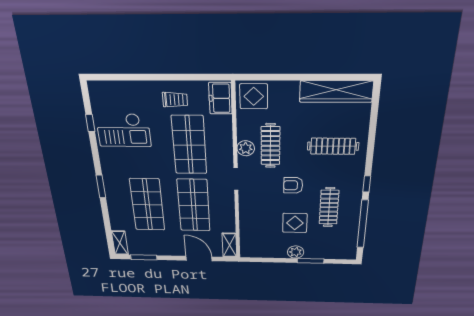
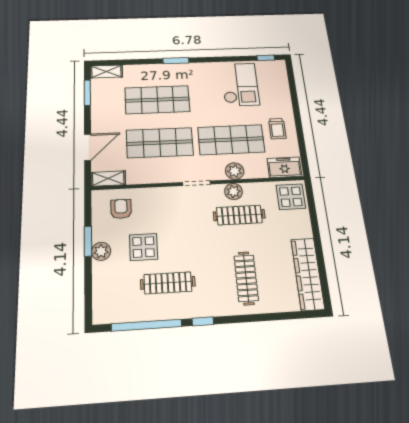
window: (90, 123) -> (266, 58), moved
checkout: (124, 130) -> (240, 85), turned 180
plant: (224, 145) -> (235, 171), added
armchair: (293, 185) -> (121, 209), moved
window: (311, 261) -> (88, 241), moved

